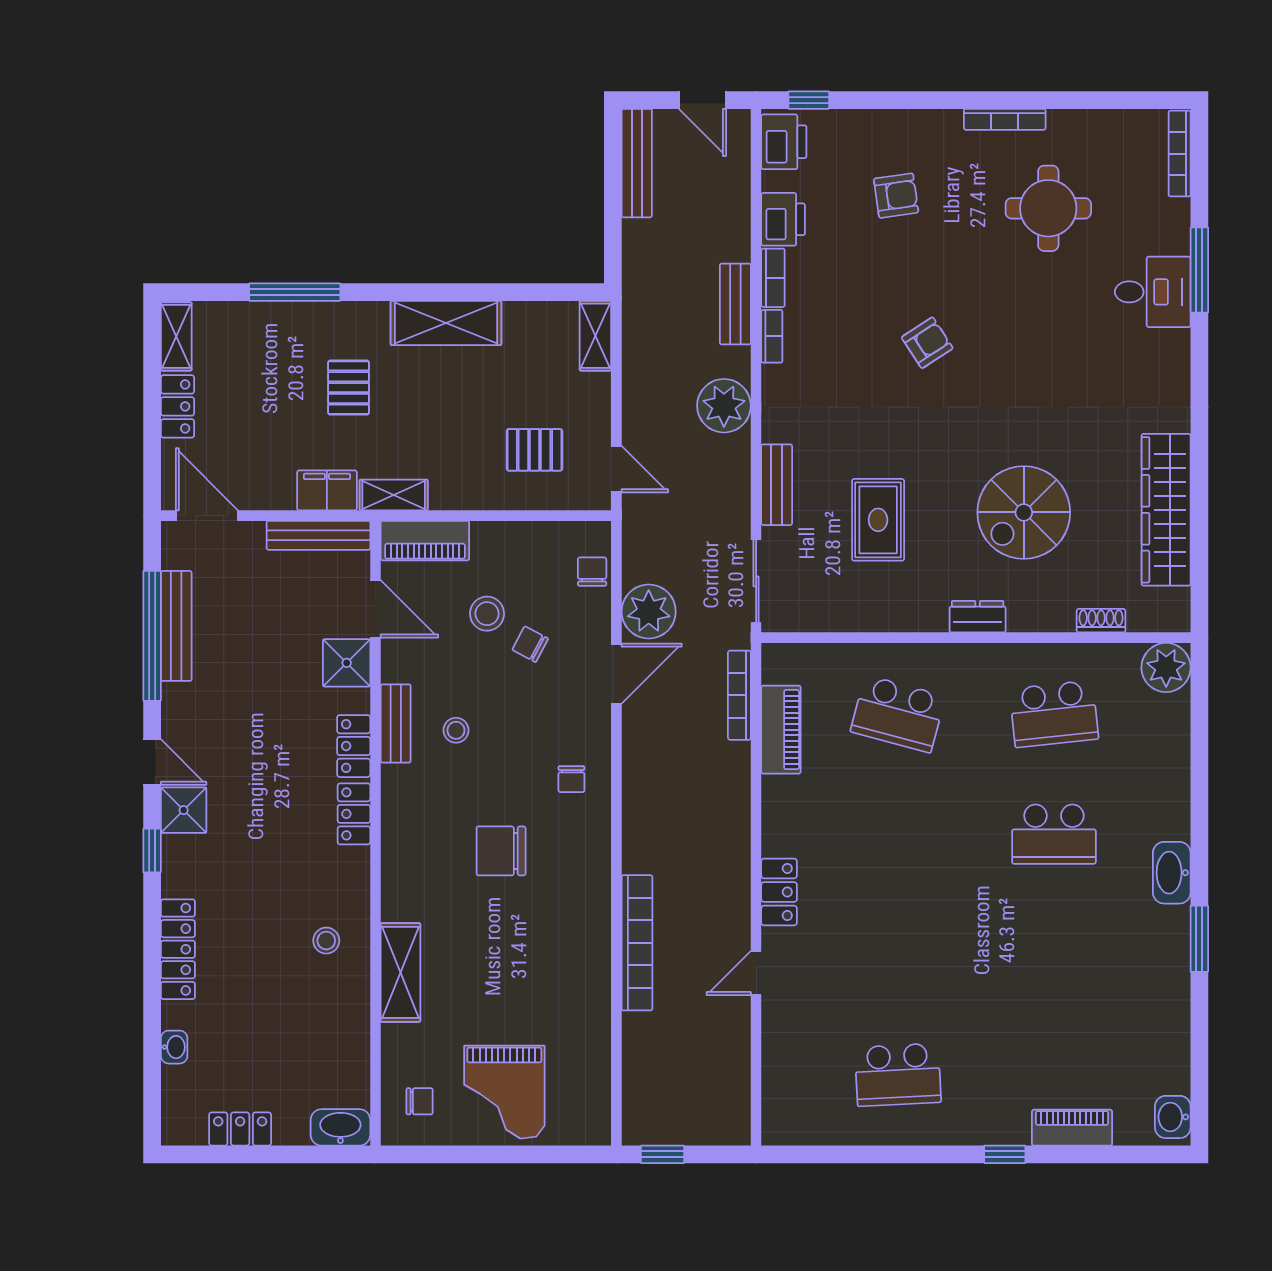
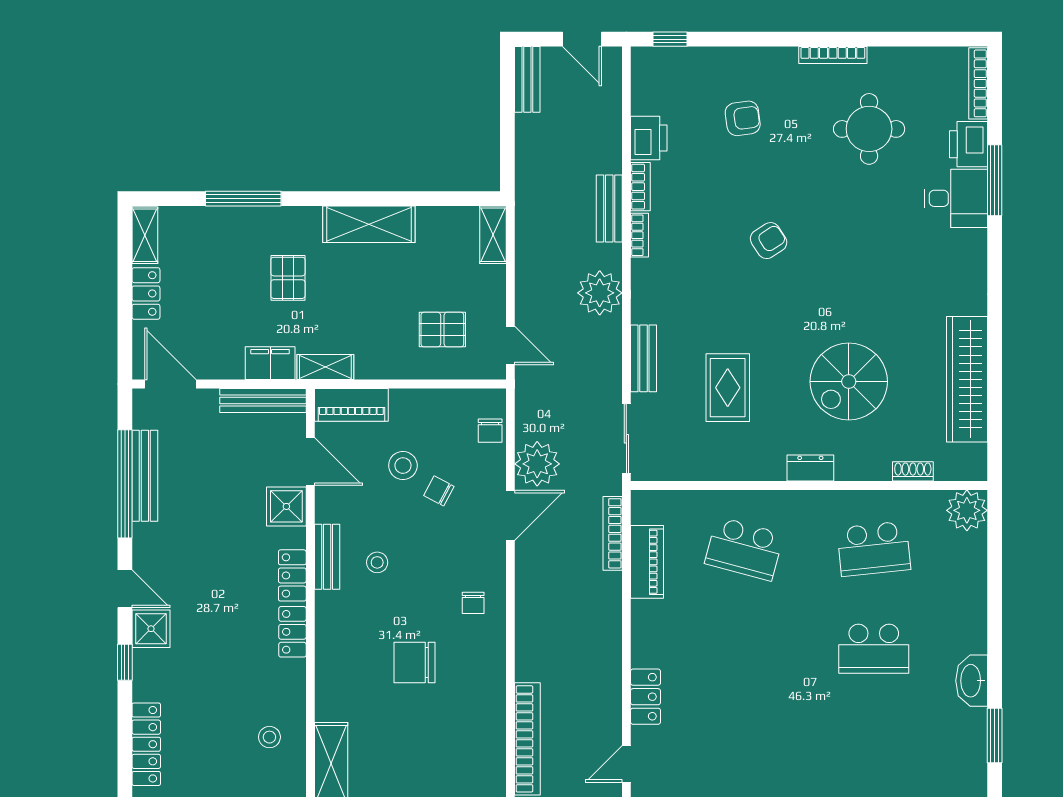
printer: (784, 142) -> (969, 144), moved, turned 180
bench: (637, 163) -> (527, 79), width x0.73
chair: (592, 572) -> (490, 431), turned 180

